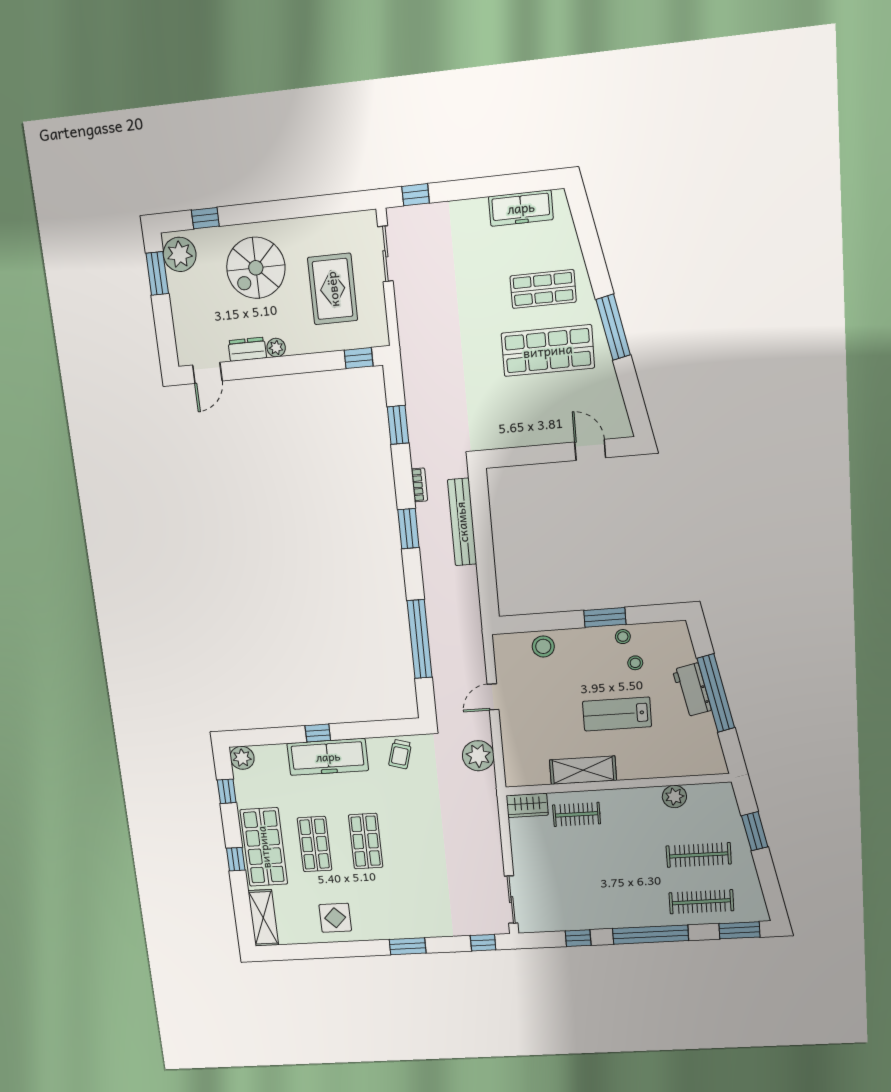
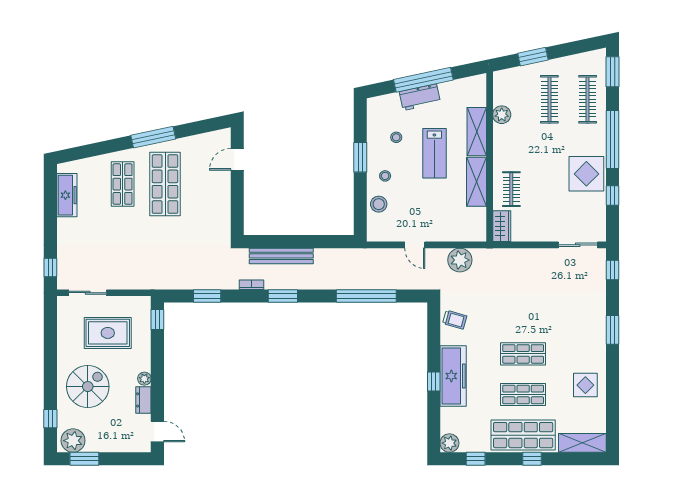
spiral stairs: (256, 268) -> (88, 387), turned -90
stool: (623, 637) -> (385, 176), moved
shelving: (650, 766) -> (477, 132), added
display table: (604, 905) -> (586, 174), added

